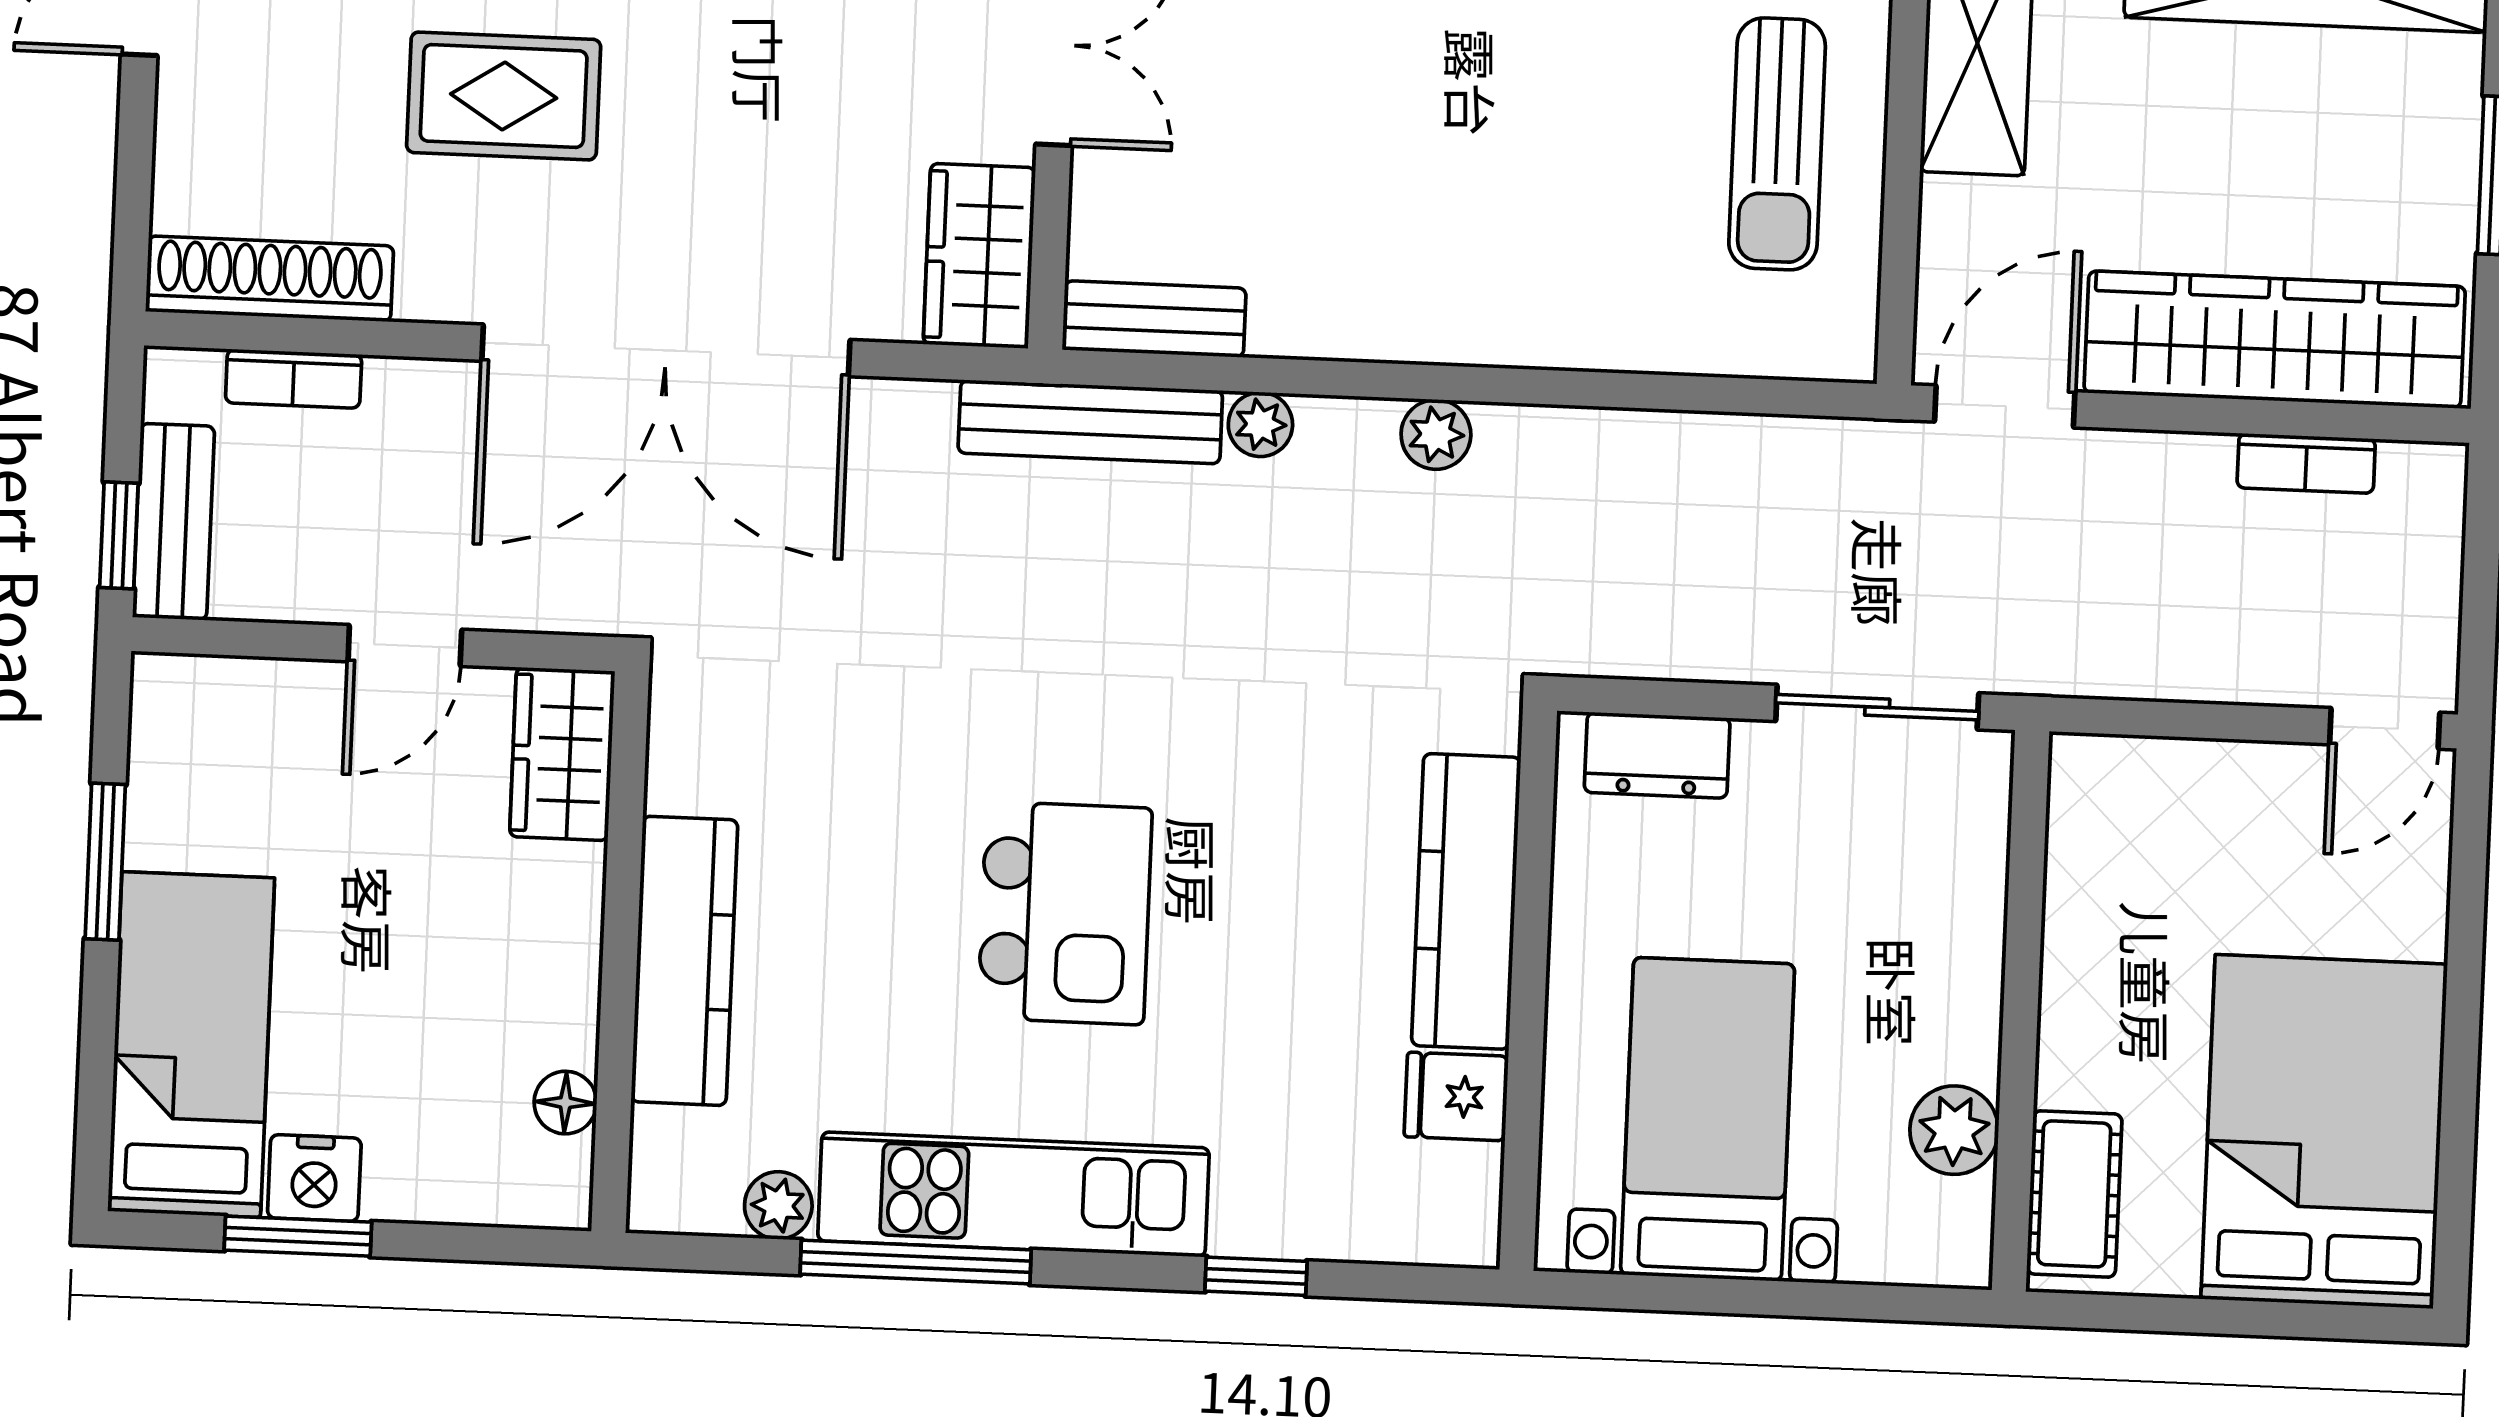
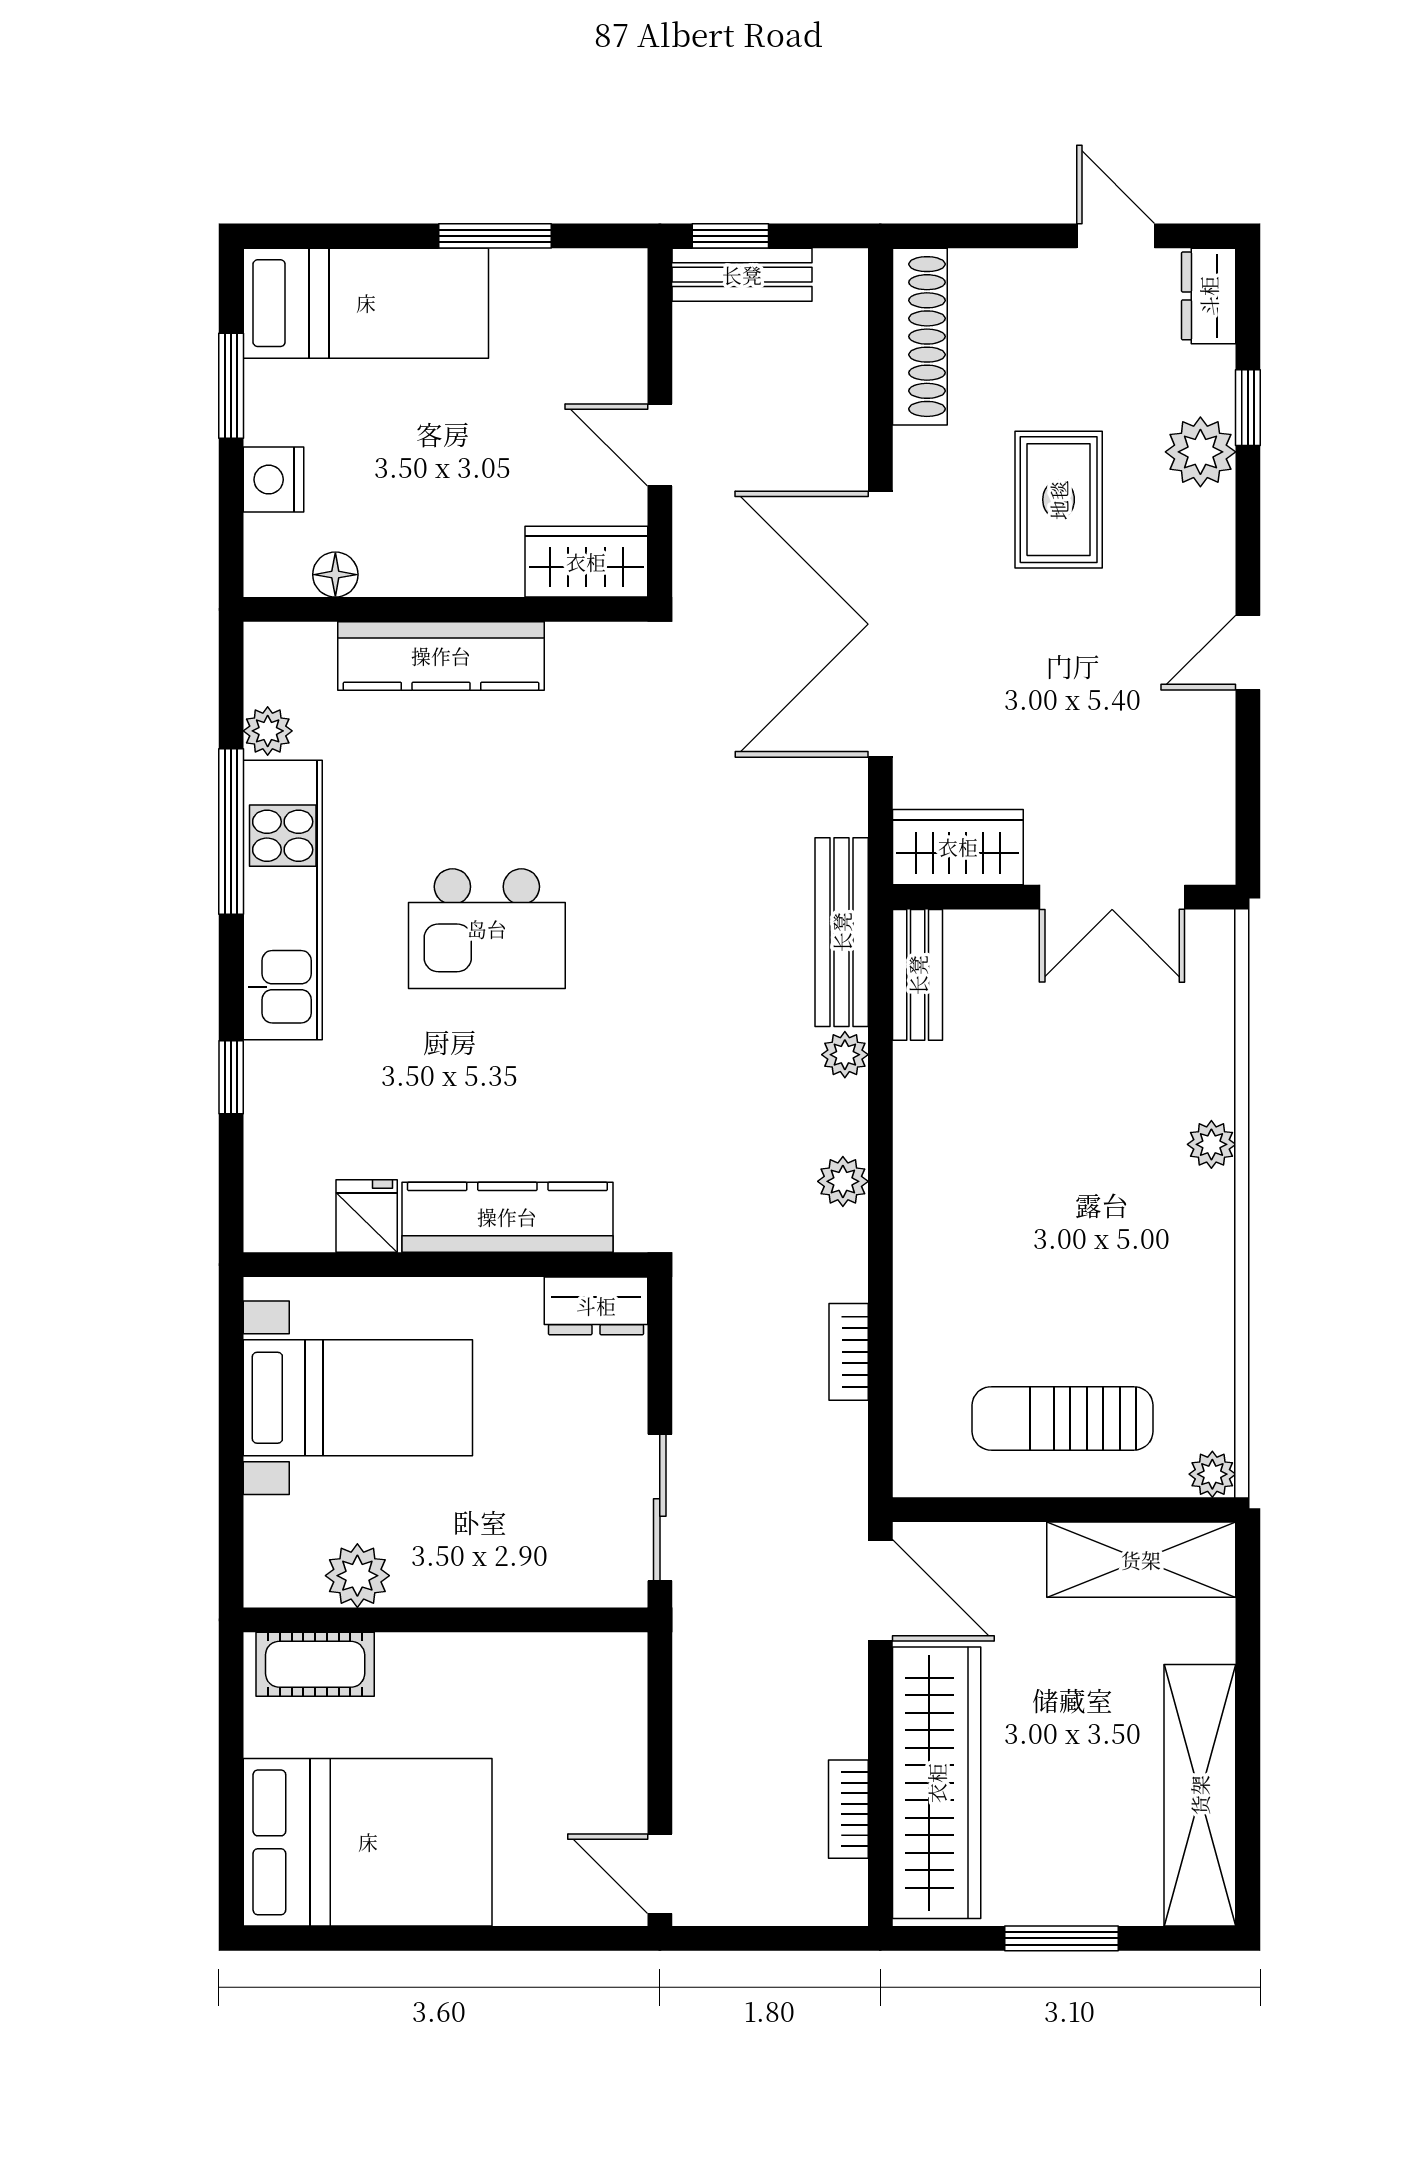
bookcase: (294, 379) -> (849, 1352), moved
dresser: (1657, 755) -> (596, 1306), moved, turned -90
nightstand: (314, 1178) -> (273, 480), moved

